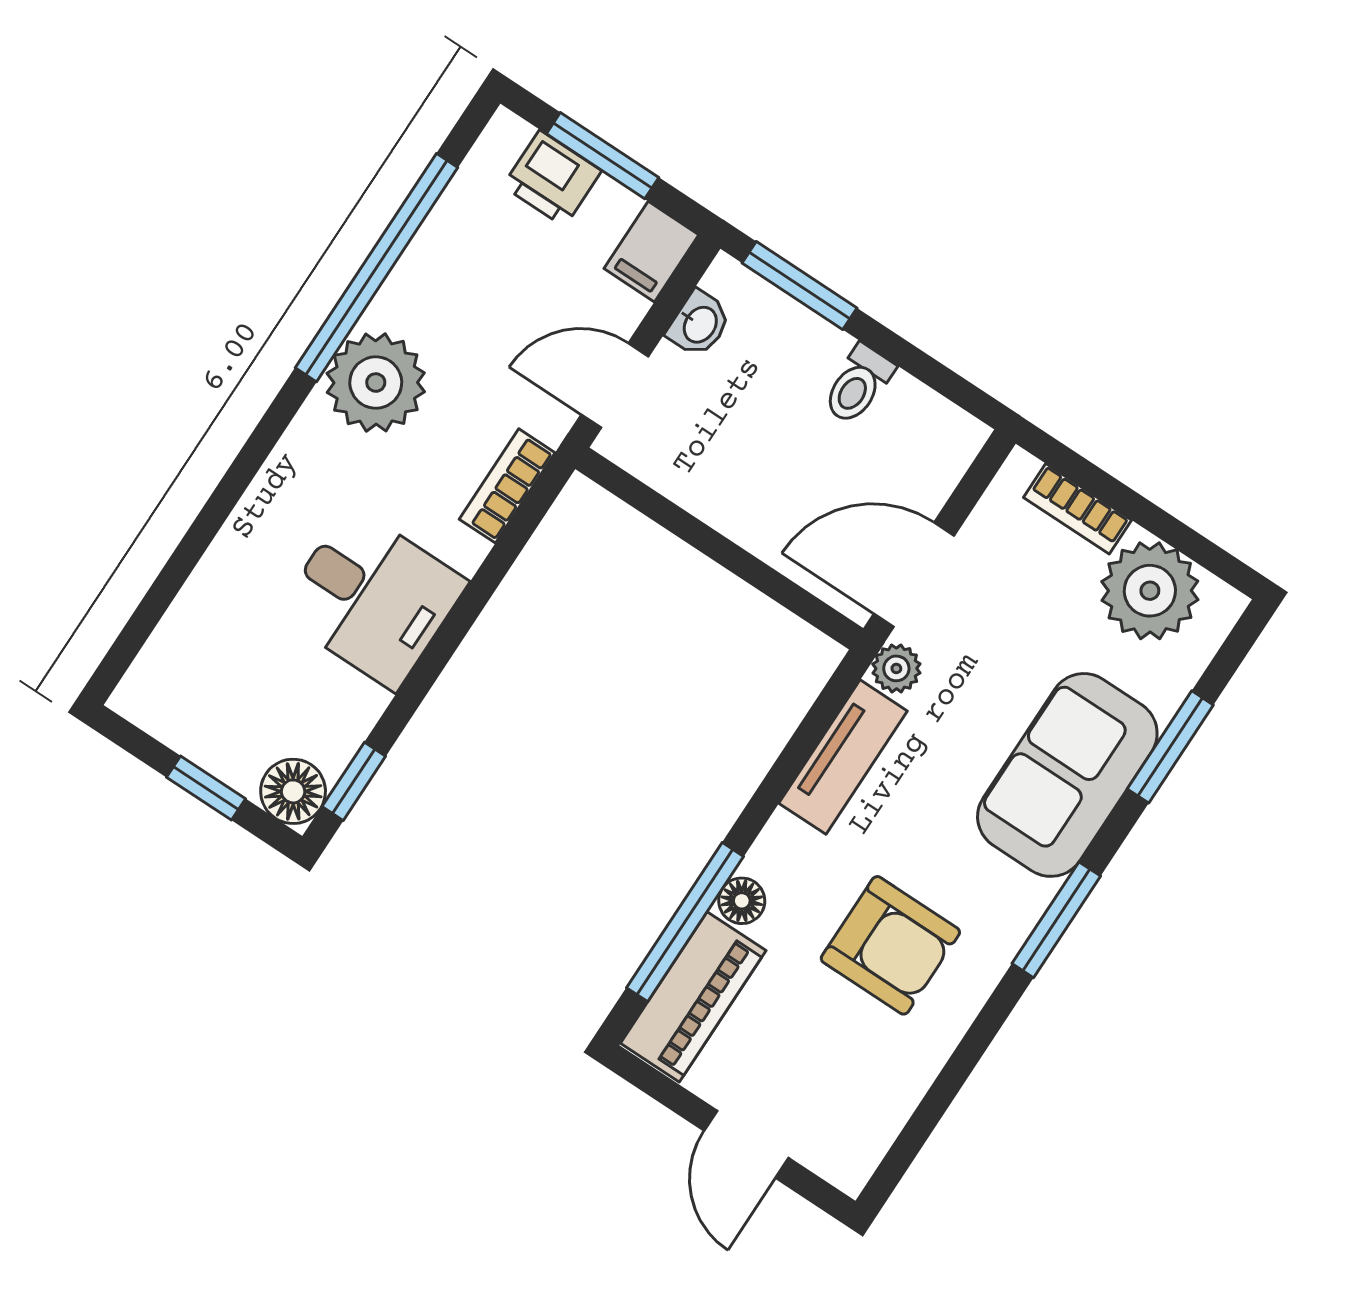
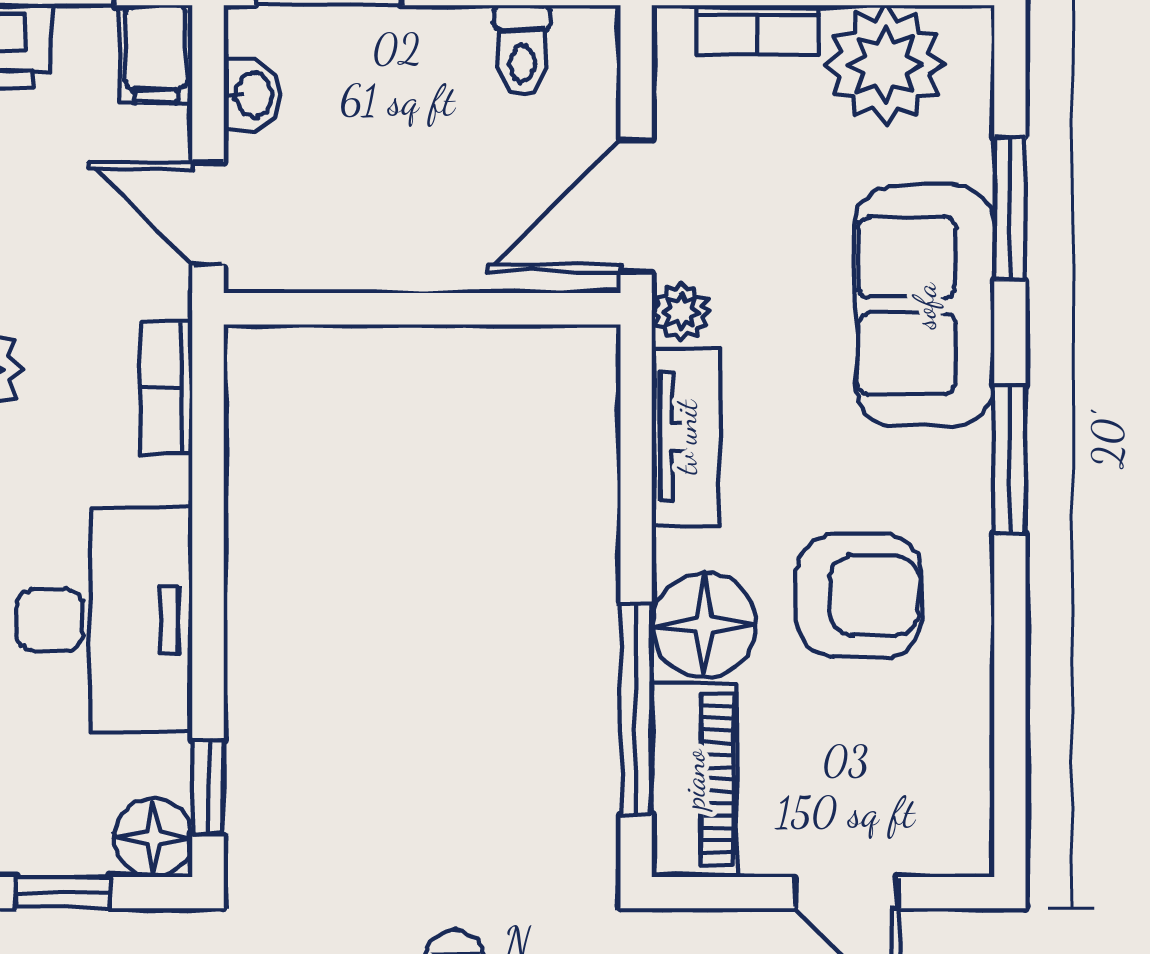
toilet: (858, 385) -> (522, 51), moved
door: (615, 386) -> (208, 214), hinge flipped
desk: (372, 598) -> (104, 620), width x1.37
floor lamp: (742, 901) -> (704, 625), width x1.89, depth x1.89

